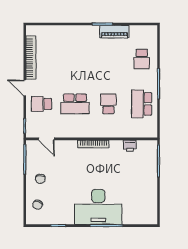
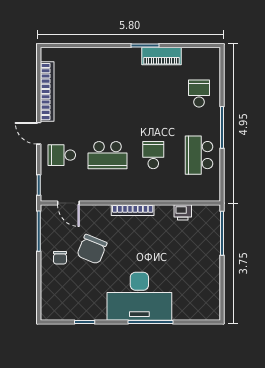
school desk: (142, 59) -> (199, 94), turned 180
chair: (37, 205) -> (92, 249), moved, width x1.87, depth x1.87

